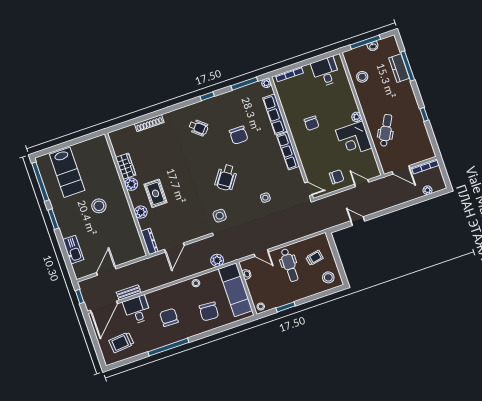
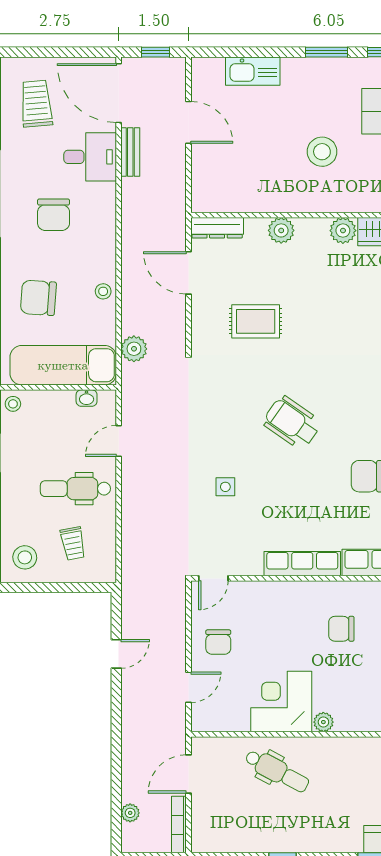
rug: (156, 193) -> (256, 321), moved
side table: (220, 216) -> (221, 384), removed
chair: (169, 317) -> (54, 215), turned 89

